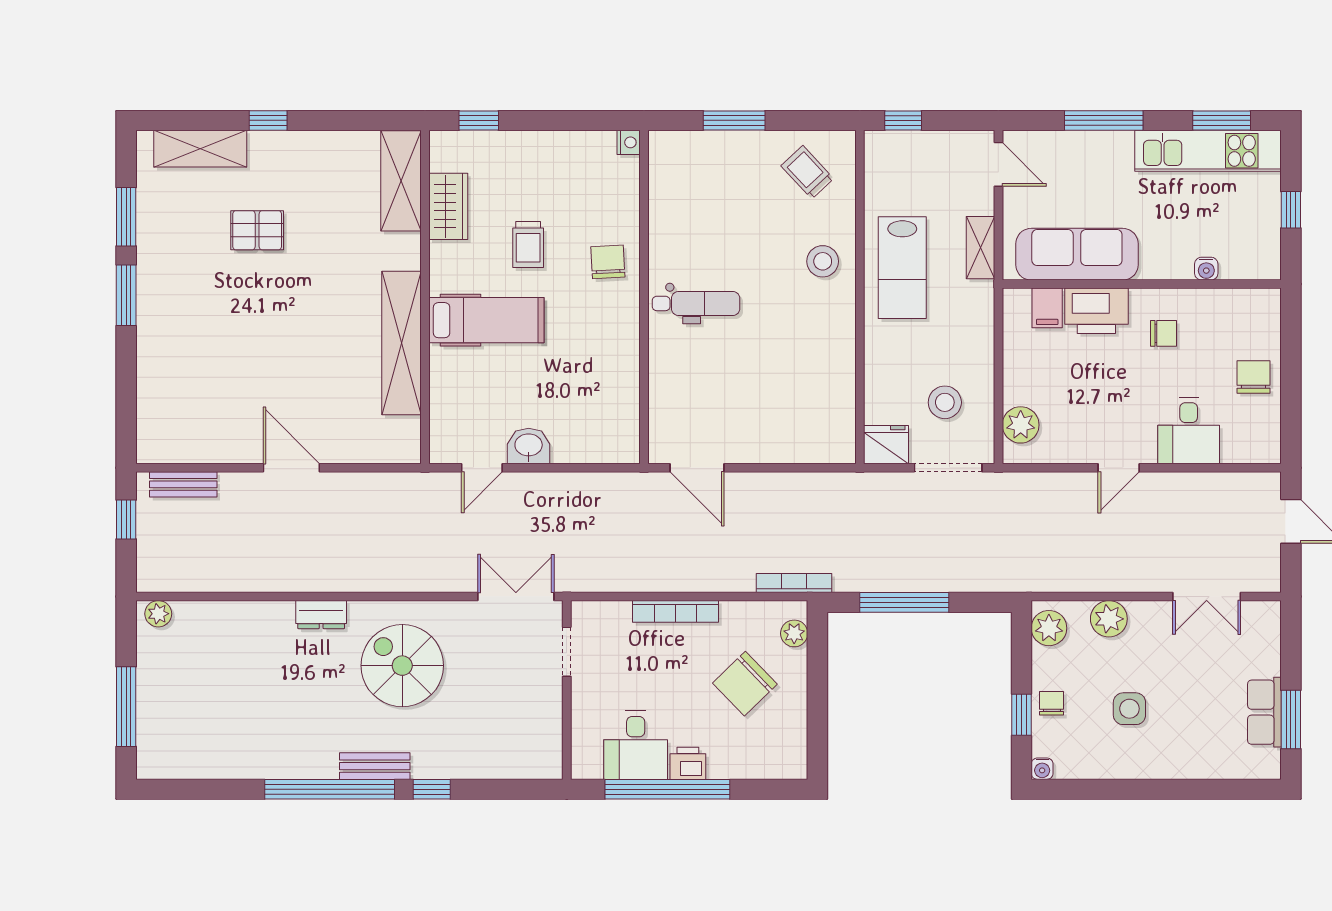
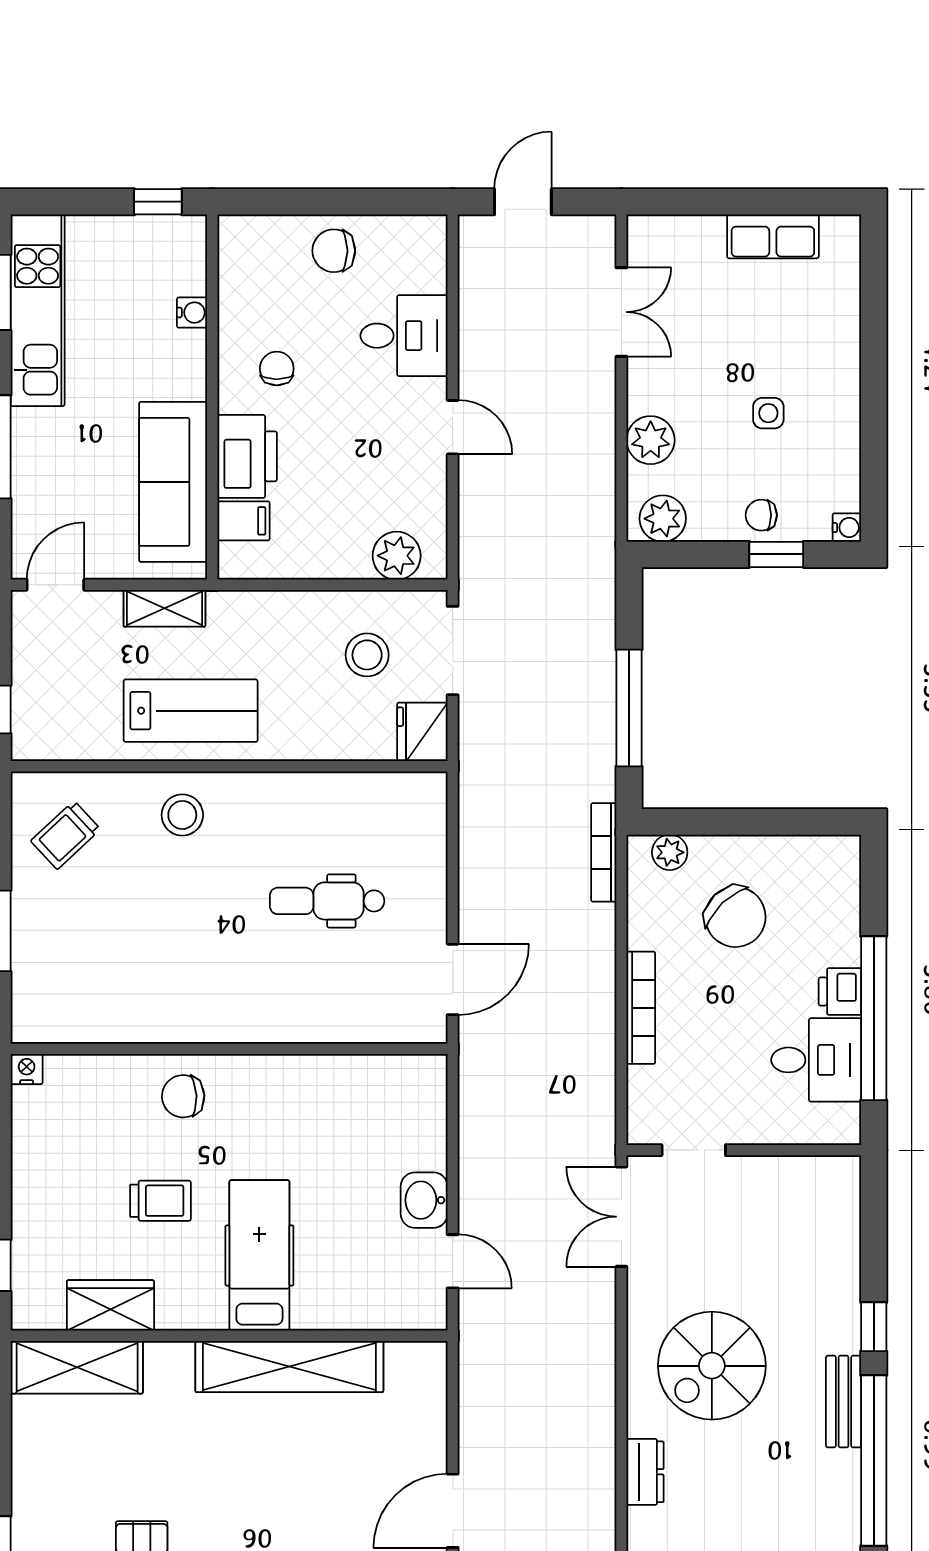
window: (1291, 210) -> (158, 202), moved
dental chair: (696, 303) -> (327, 901), moved, turned -90
side table: (1129, 709) -> (768, 413), width x0.73, depth x0.73
window: (1291, 719) -> (782, 202), removed

